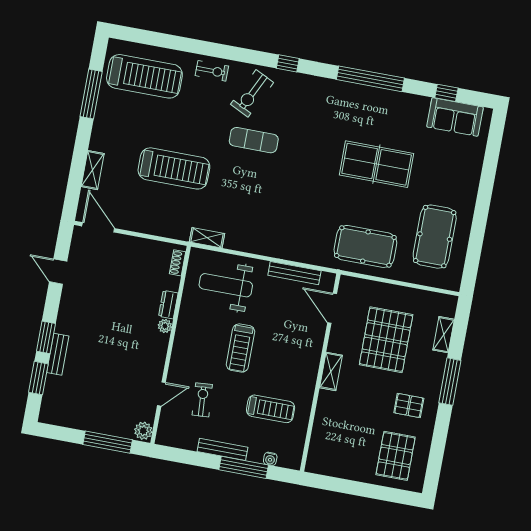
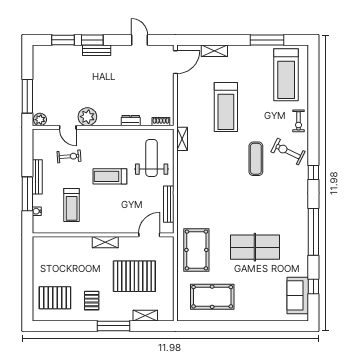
table tennis table: (377, 164) -> (255, 247), turned 90
door: (58, 272) -> (139, 40), hinge flipped
plant: (165, 326) -> (87, 117), moved, width x1.88, depth x1.88
bench: (58, 354) -> (97, 50), moved

